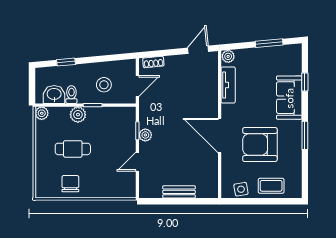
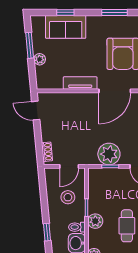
plant: (228, 56) -> (40, 59), moved
tv unit: (228, 85) -> (80, 83), moved
door: (137, 86) -> (69, 166), swing flipped
sofa: (289, 98) -> (66, 27), moved
plant: (145, 135) -> (109, 154), width x1.87, depth x1.87

